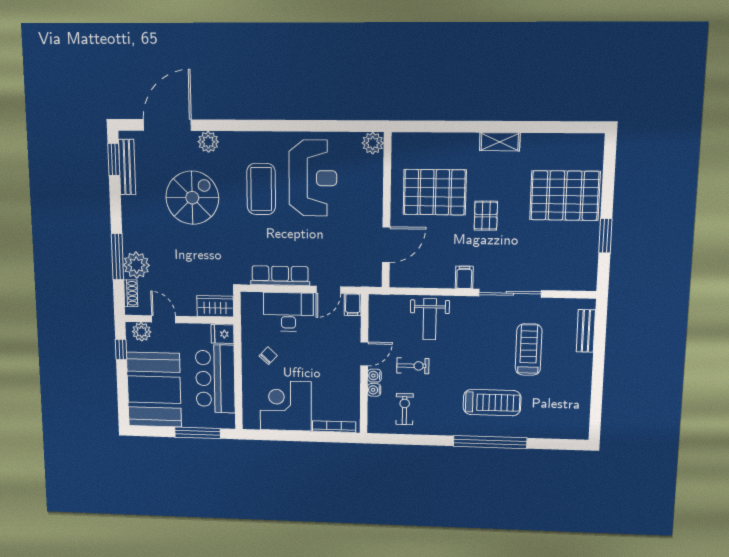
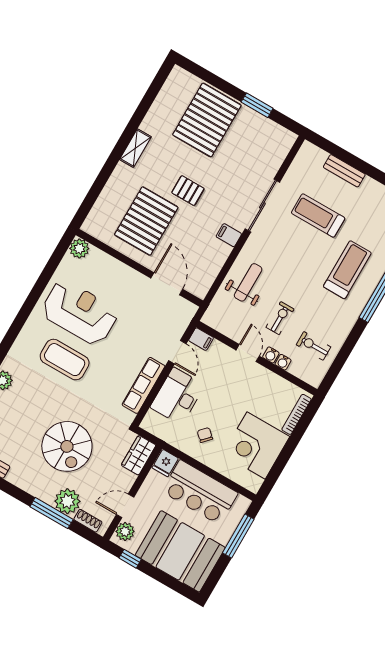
spiral stairs: (192, 198) -> (67, 446), moved, turned 180
weight bench: (430, 319) -> (248, 282), turned -90
bench: (586, 331) -> (344, 171), moved

